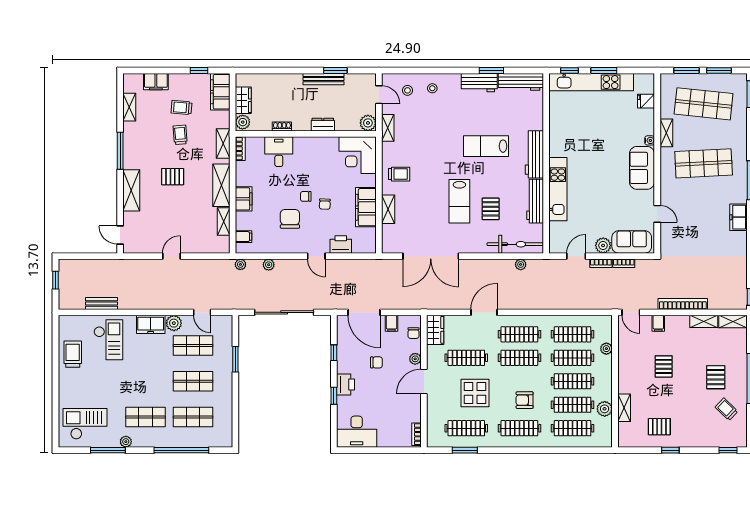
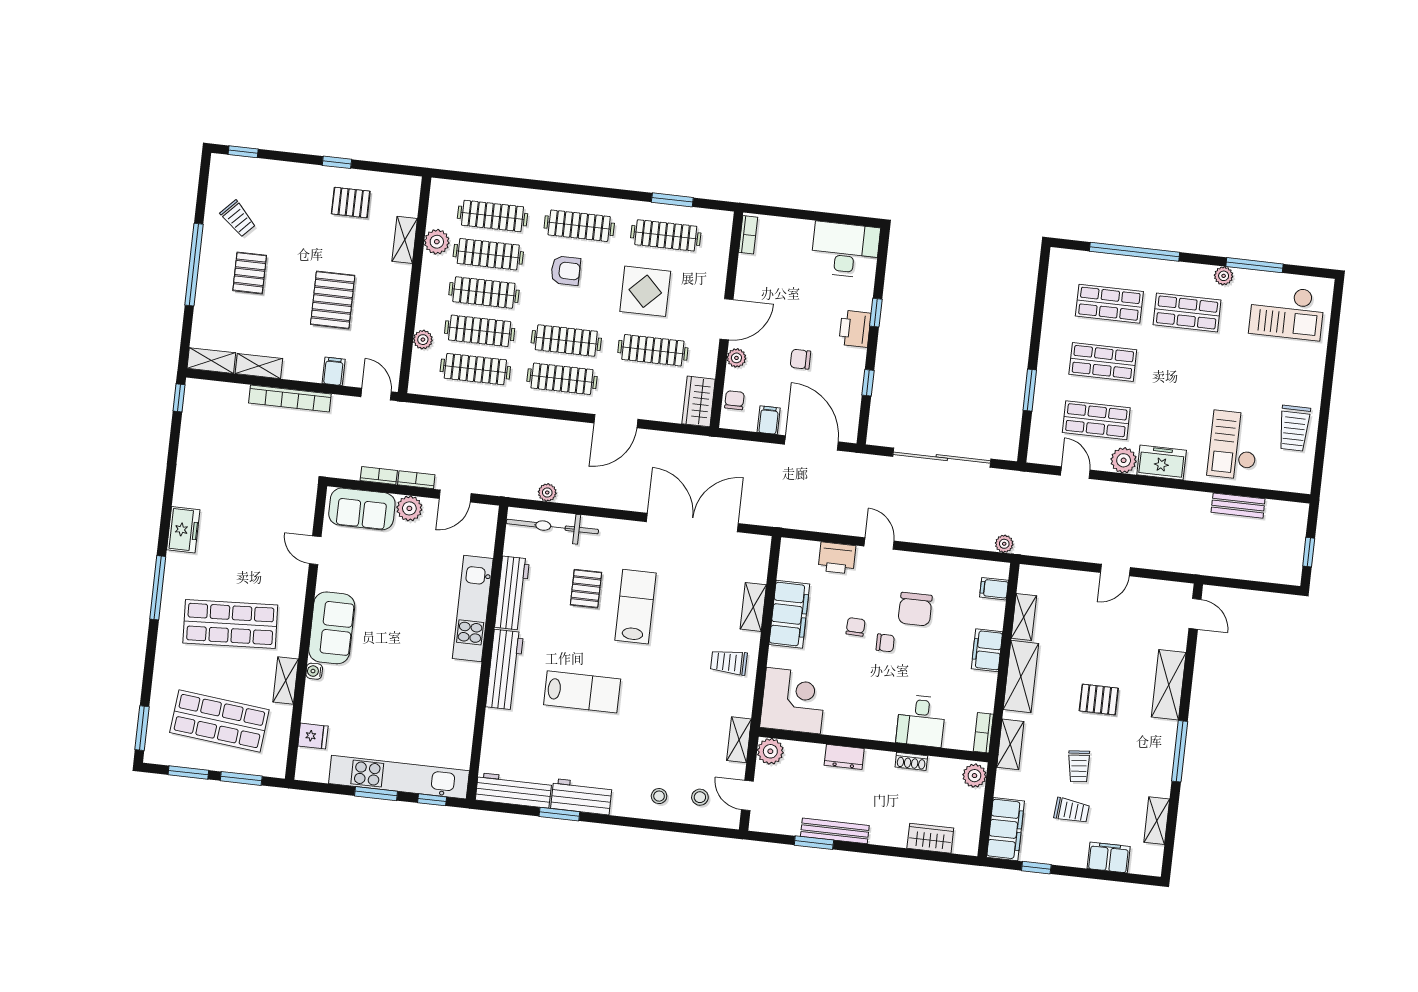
wardrobe: (243, 100) -> (930, 838), moved, turned 90
plant: (269, 265) -> (958, 538), removed
pallet: (664, 366) -> (333, 300), width x1.50, depth x1.42

